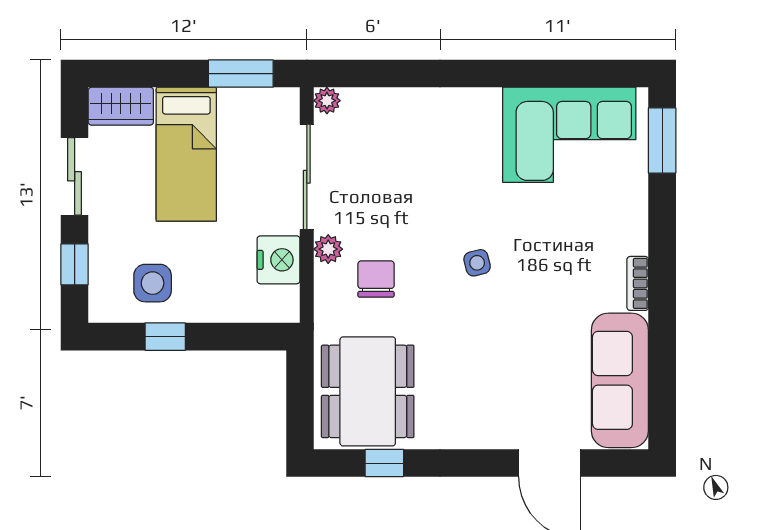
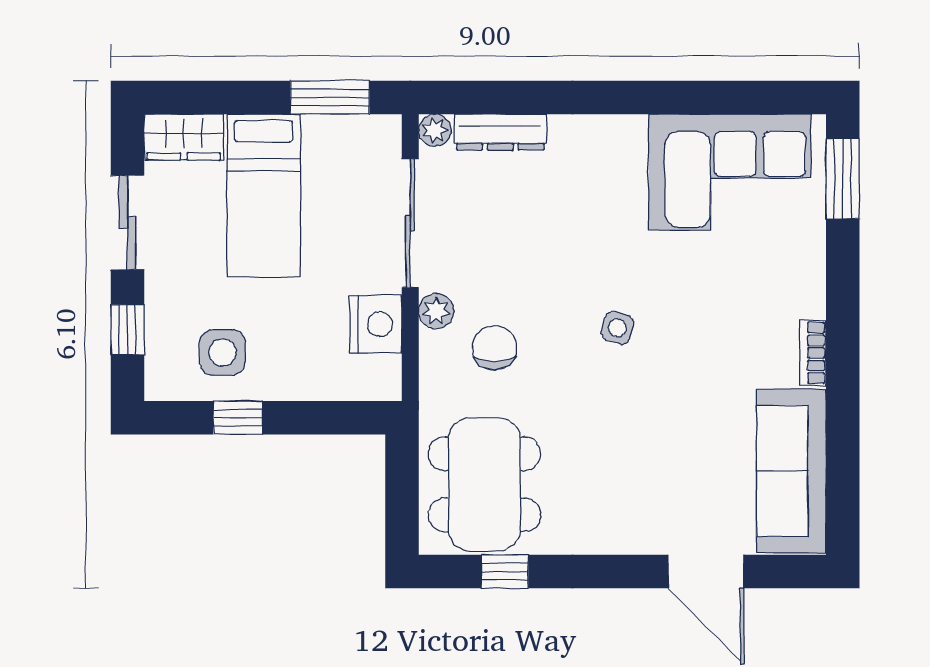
dresser: (381, 102) -> (500, 132), added
side table: (477, 263) -> (617, 328), turned 30

